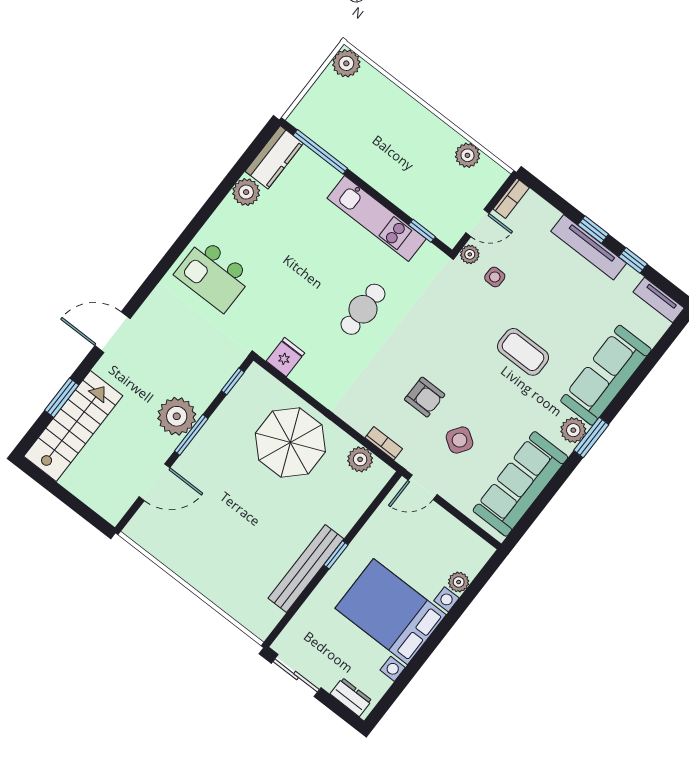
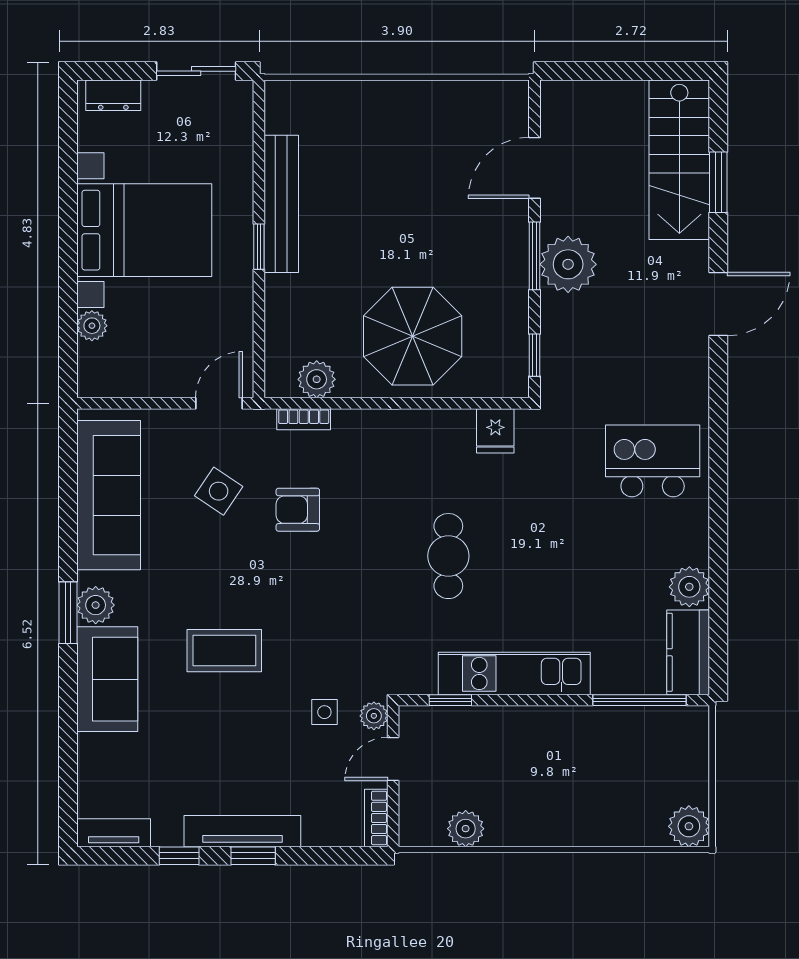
sofa: (606, 375) -> (107, 679), width x0.73

